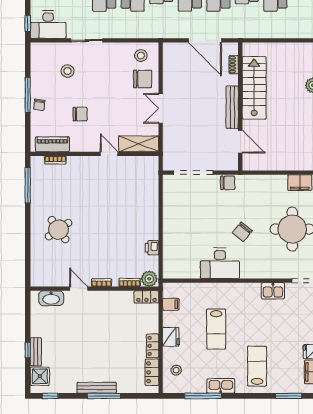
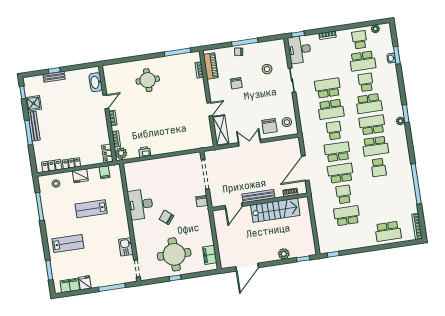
round table: (59, 230) -> (148, 80), turned 35
shower: (40, 376) -> (33, 103), moved
kitchen sink: (221, 386) -> (49, 219), removed

